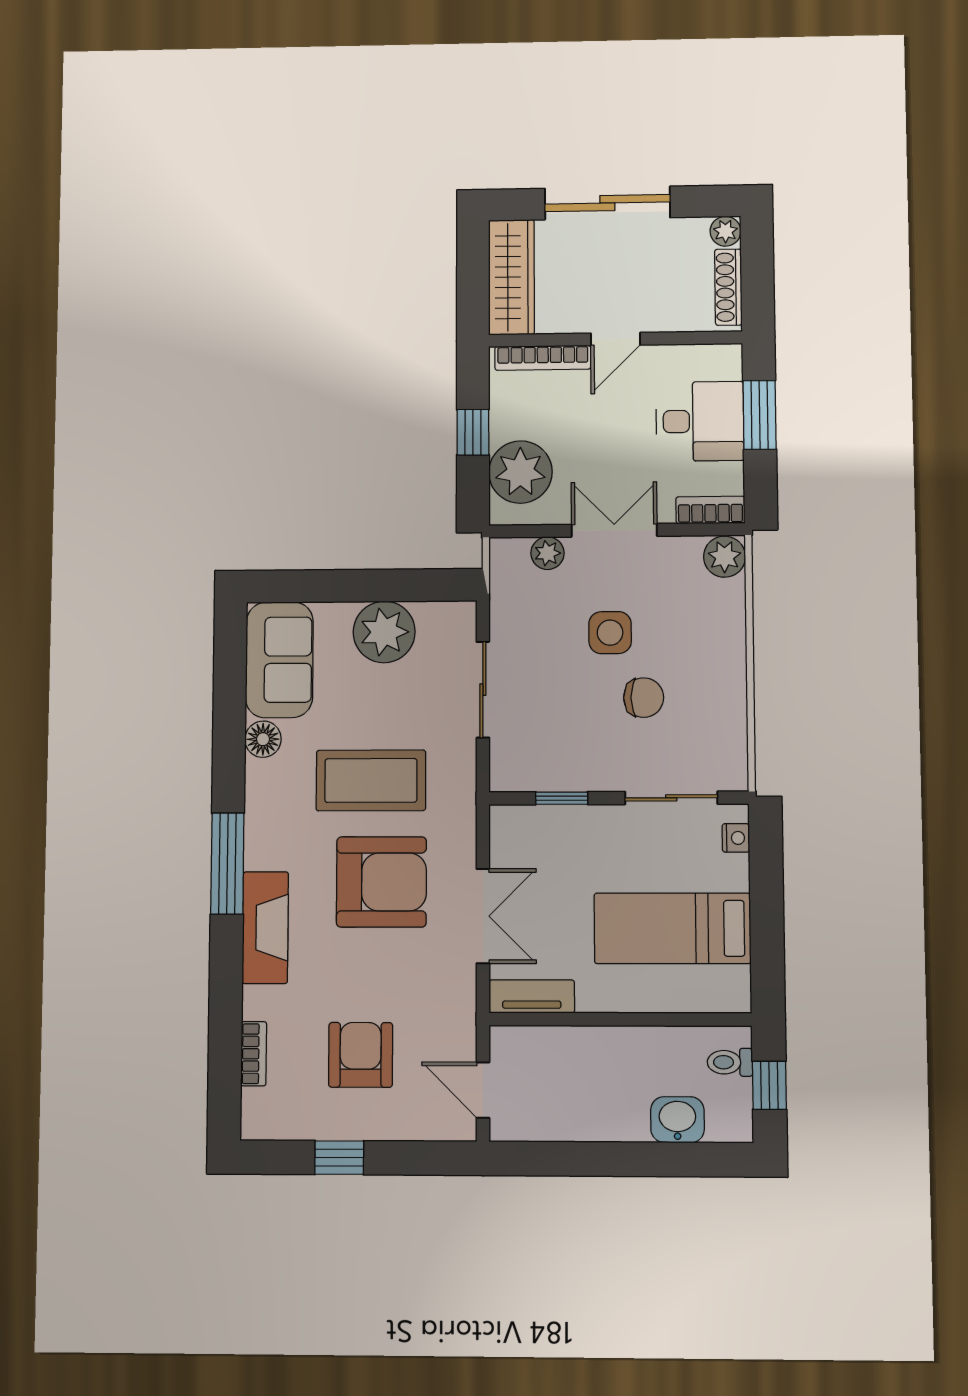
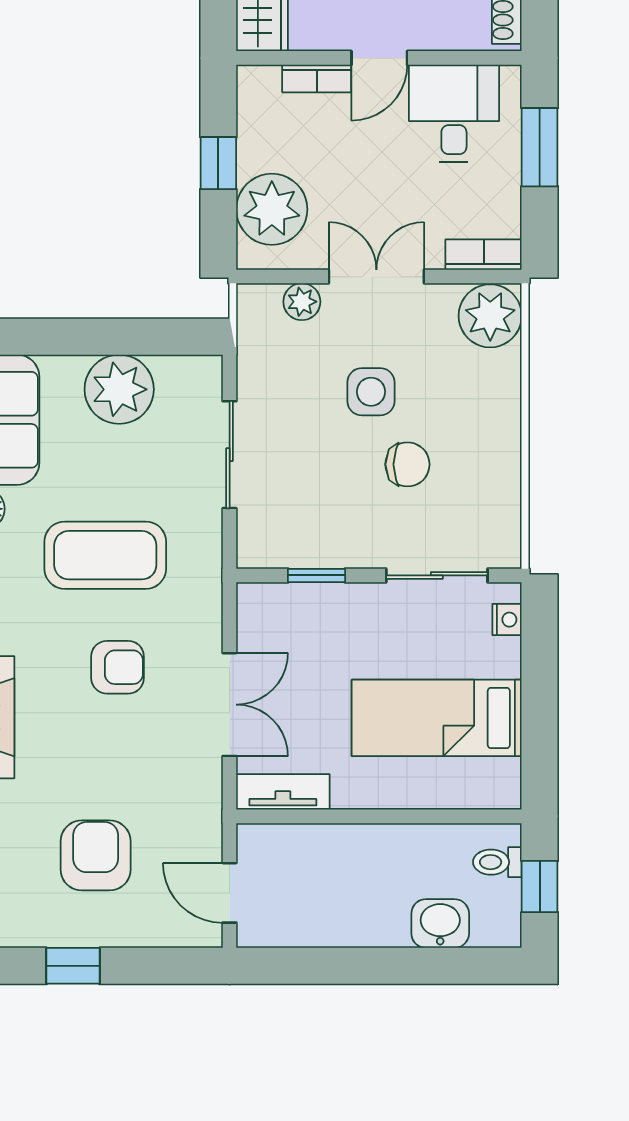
bookcase: (543, 358) -> (317, 78), width x0.64
desk: (700, 421) -> (454, 113), moved, turned -90
plant: (725, 557) -> (490, 316), width x1.36, depth x1.36
armchair: (381, 882) -> (118, 667), width x0.53, depth x0.53

